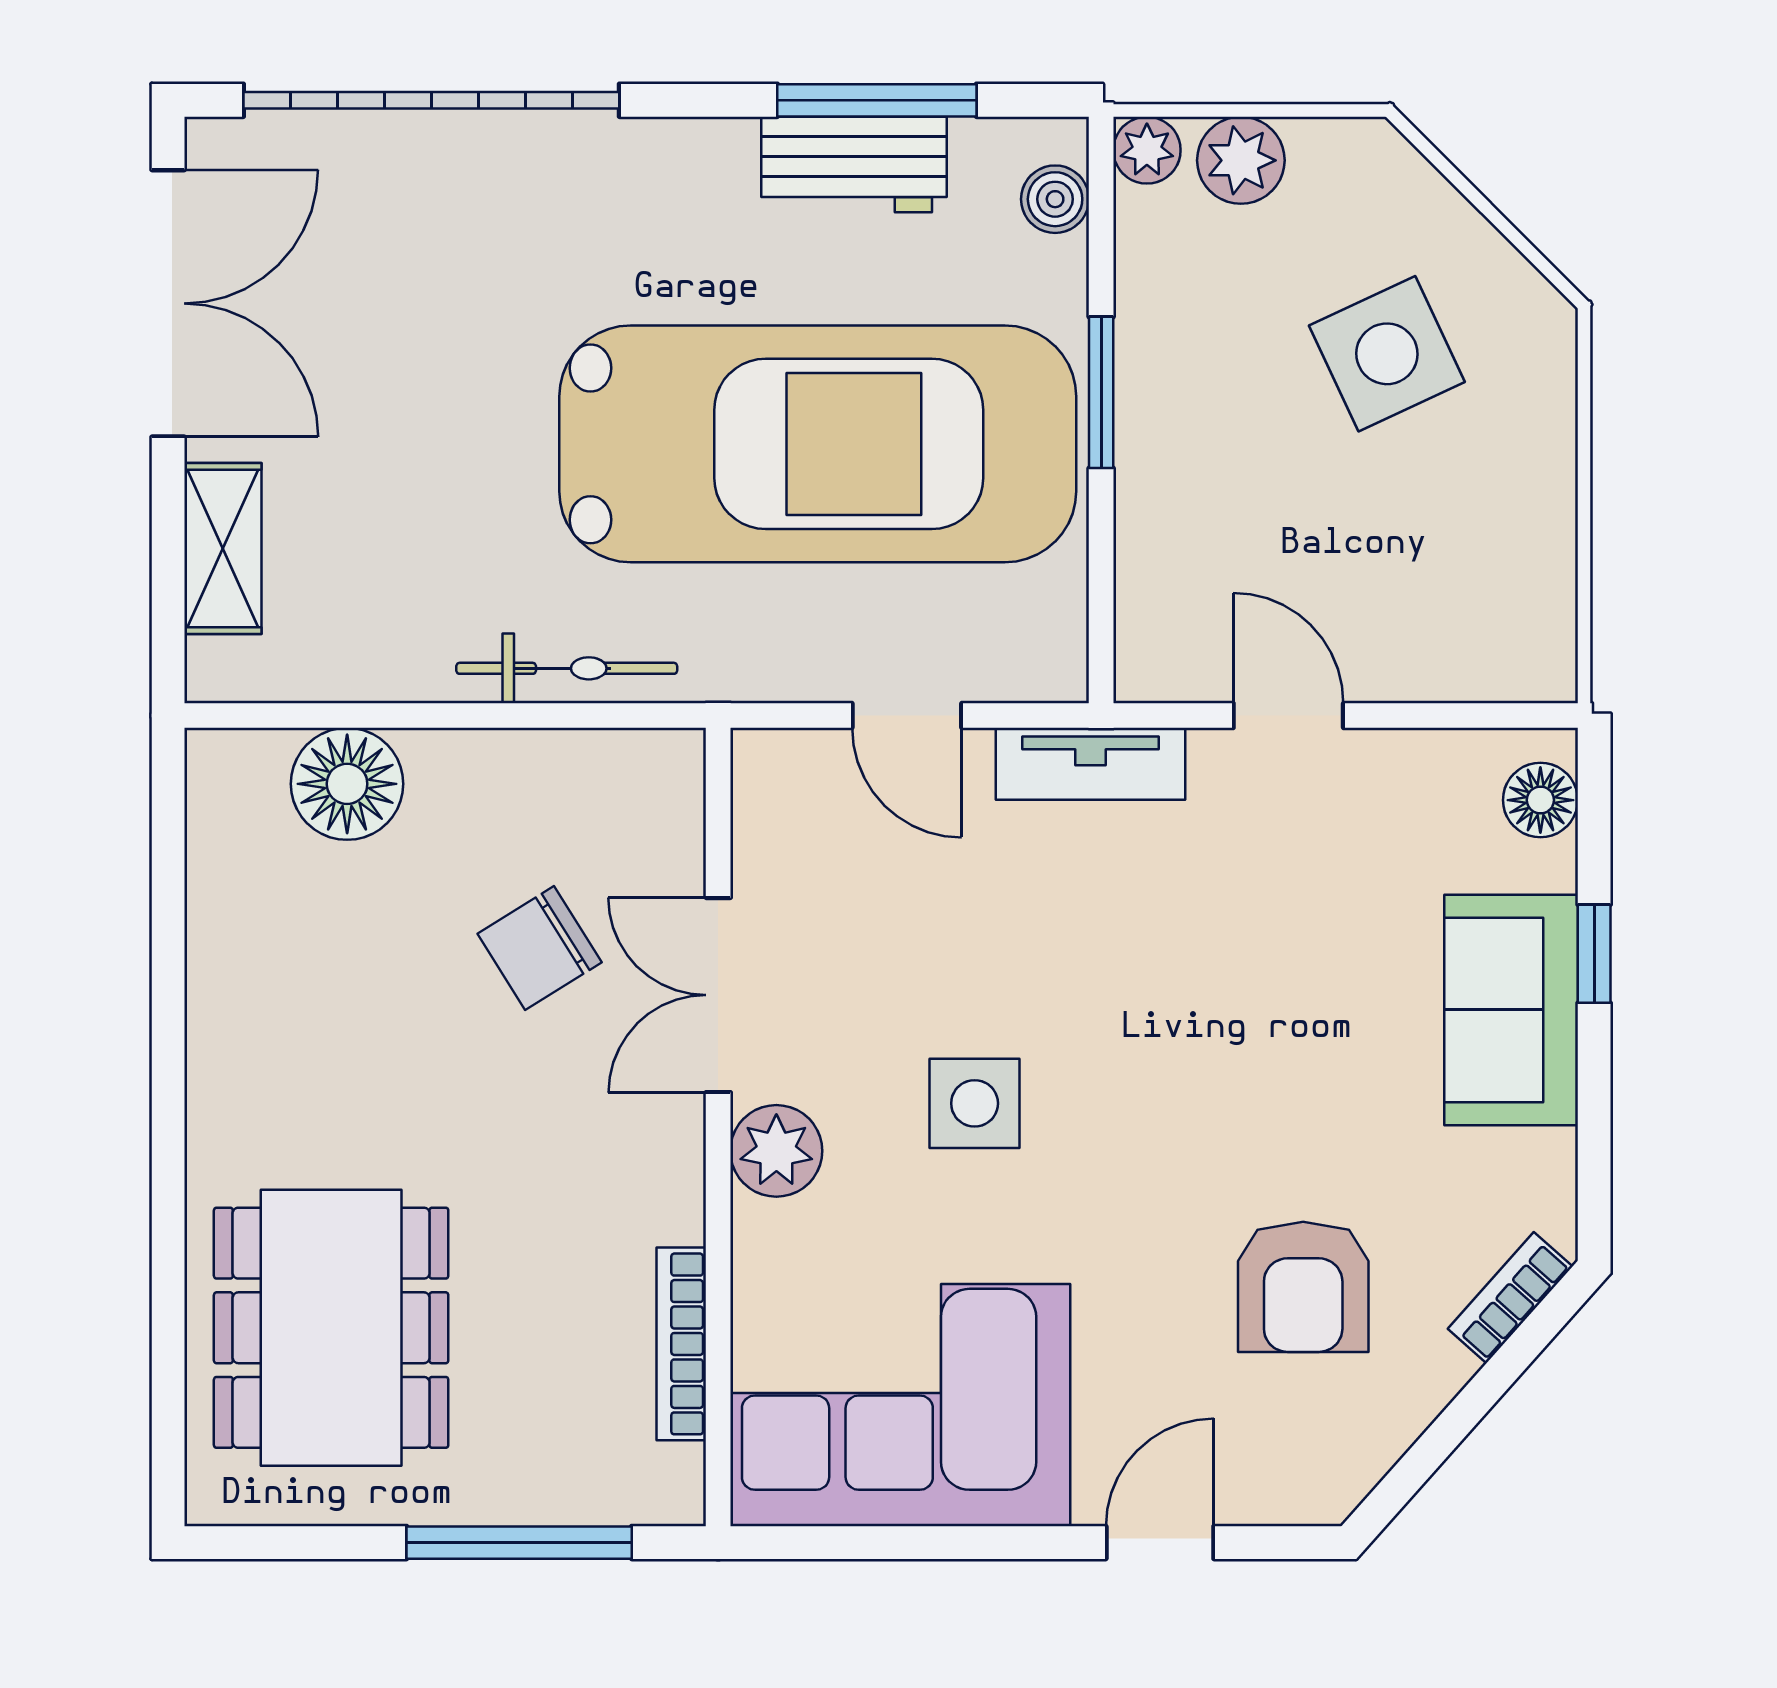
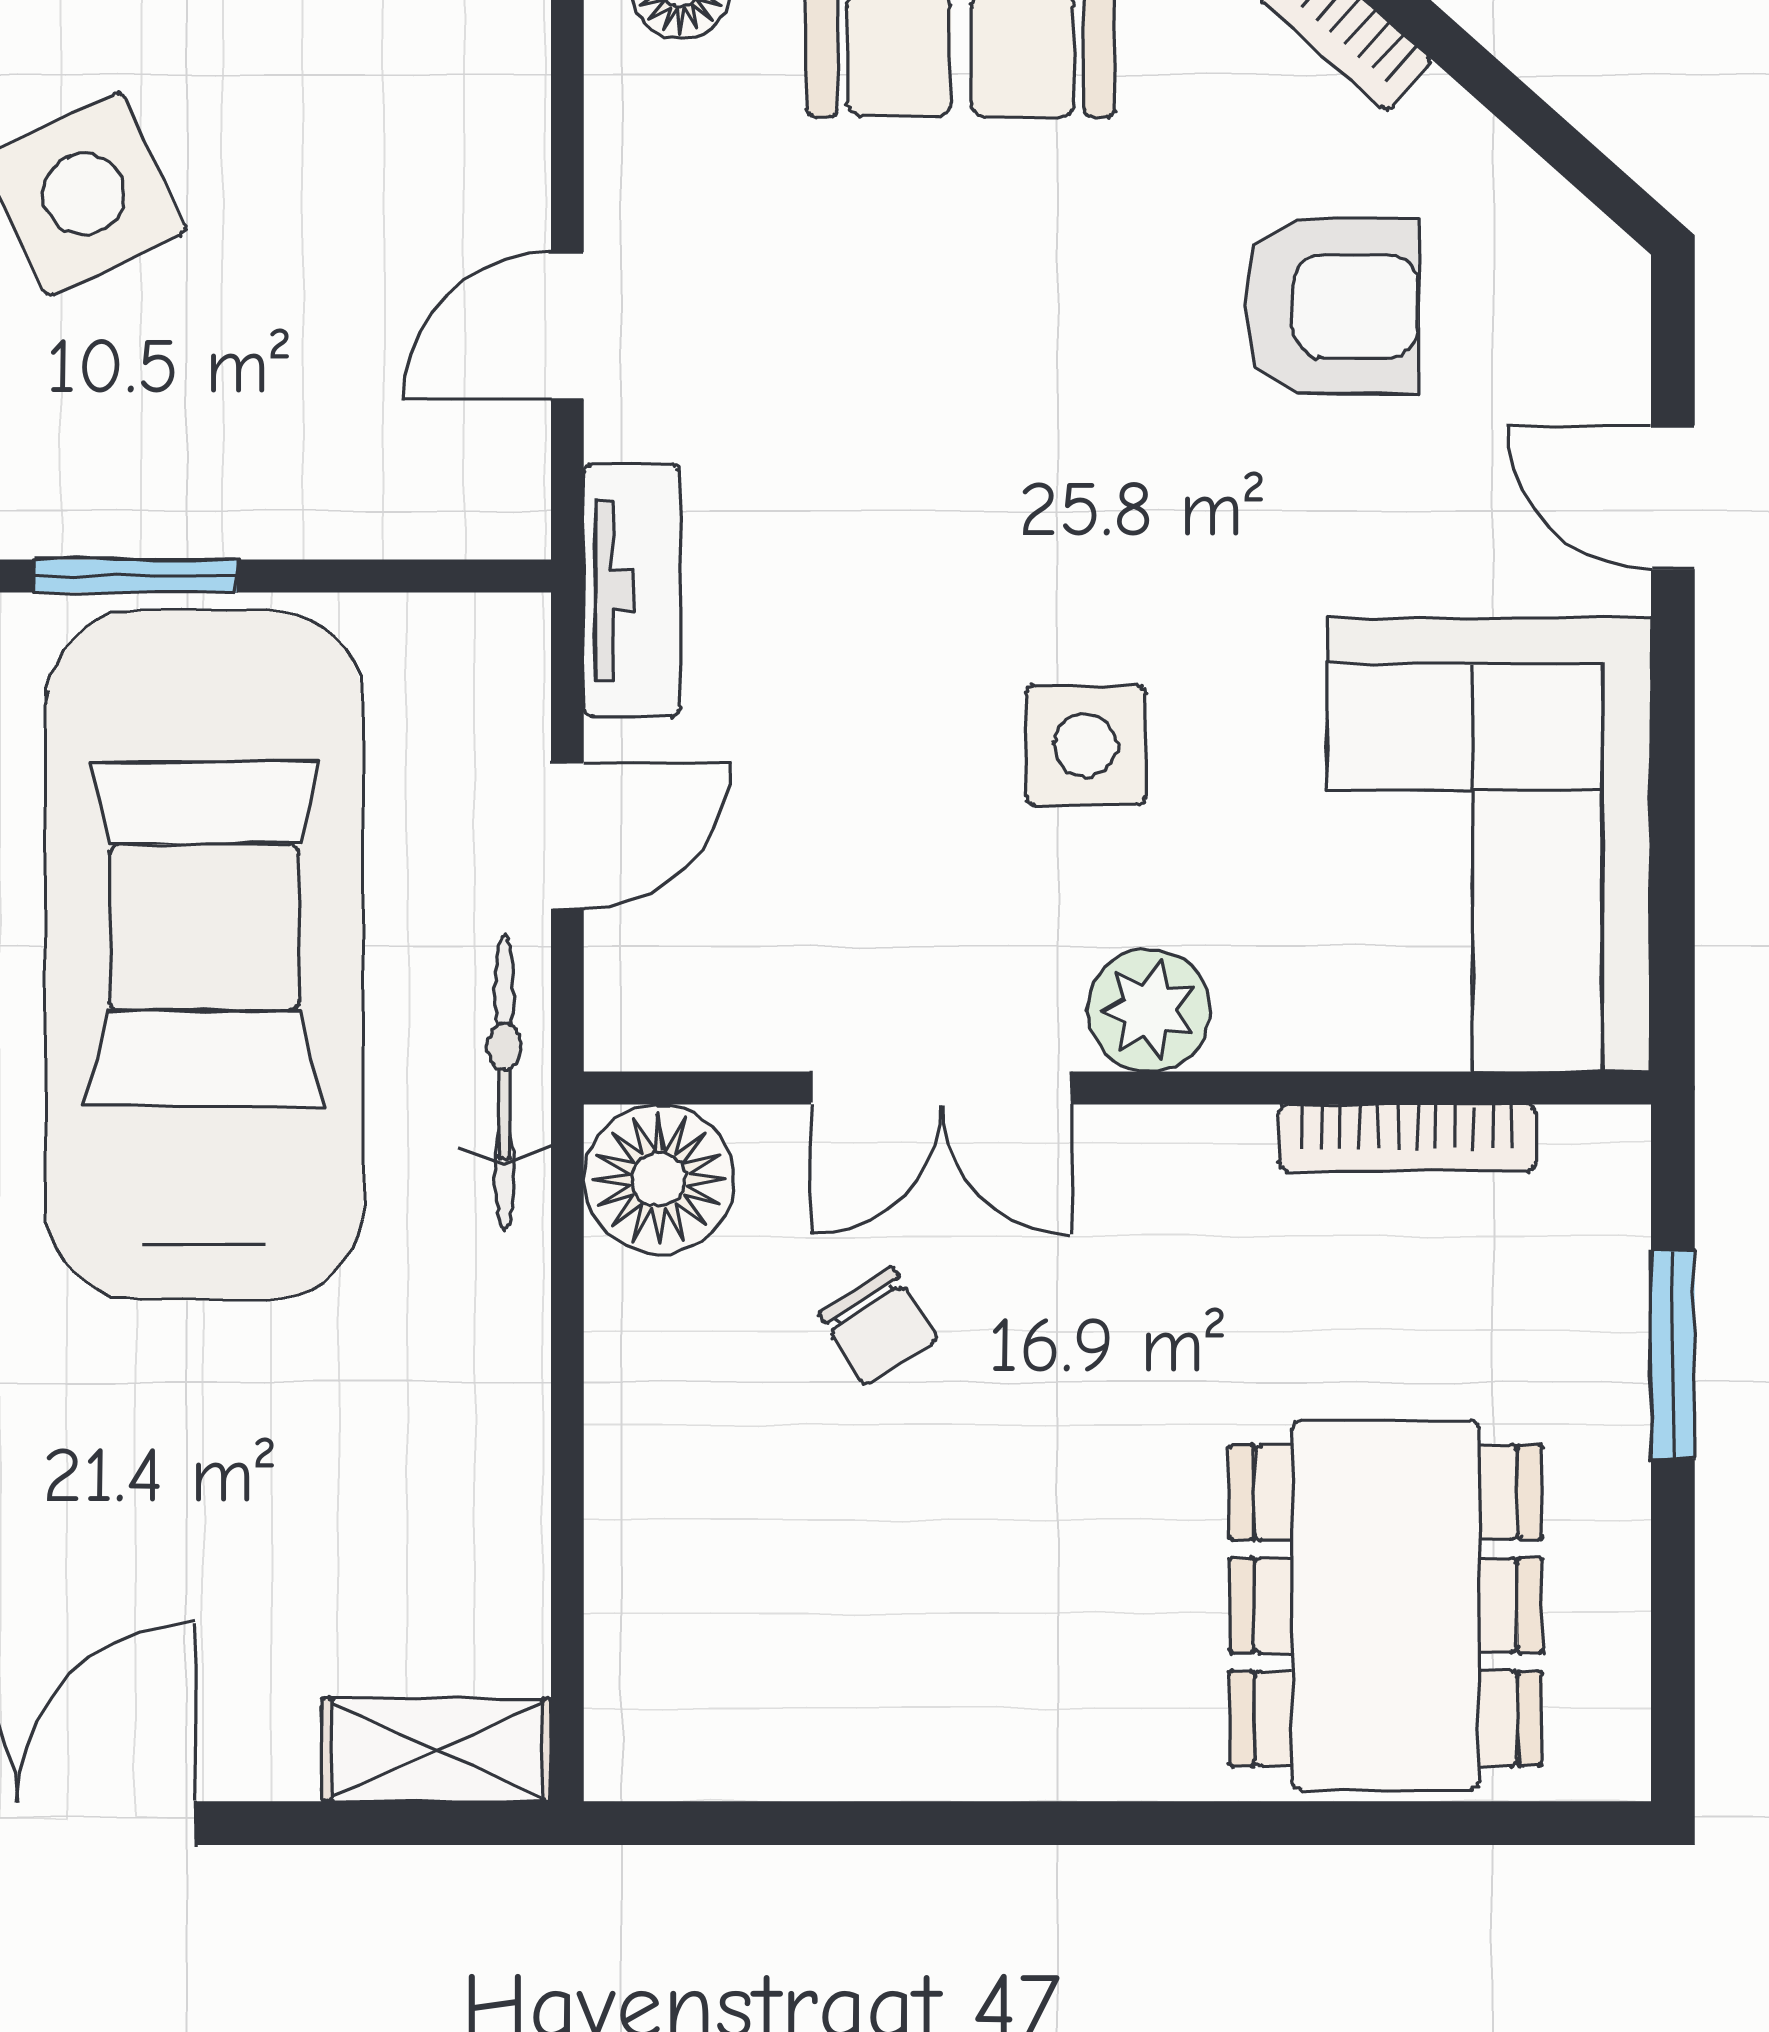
shelving: (223, 549) -> (437, 1750), moved
bicycle: (567, 668) -> (504, 1082), moved
floor lamp: (347, 784) -> (659, 1179), moved
chair: (540, 948) -> (878, 1327), width x0.73, depth x0.73
dining table: (331, 1328) -> (1386, 1605), turned 90
window: (519, 1543) -> (1673, 1354), width x0.69

